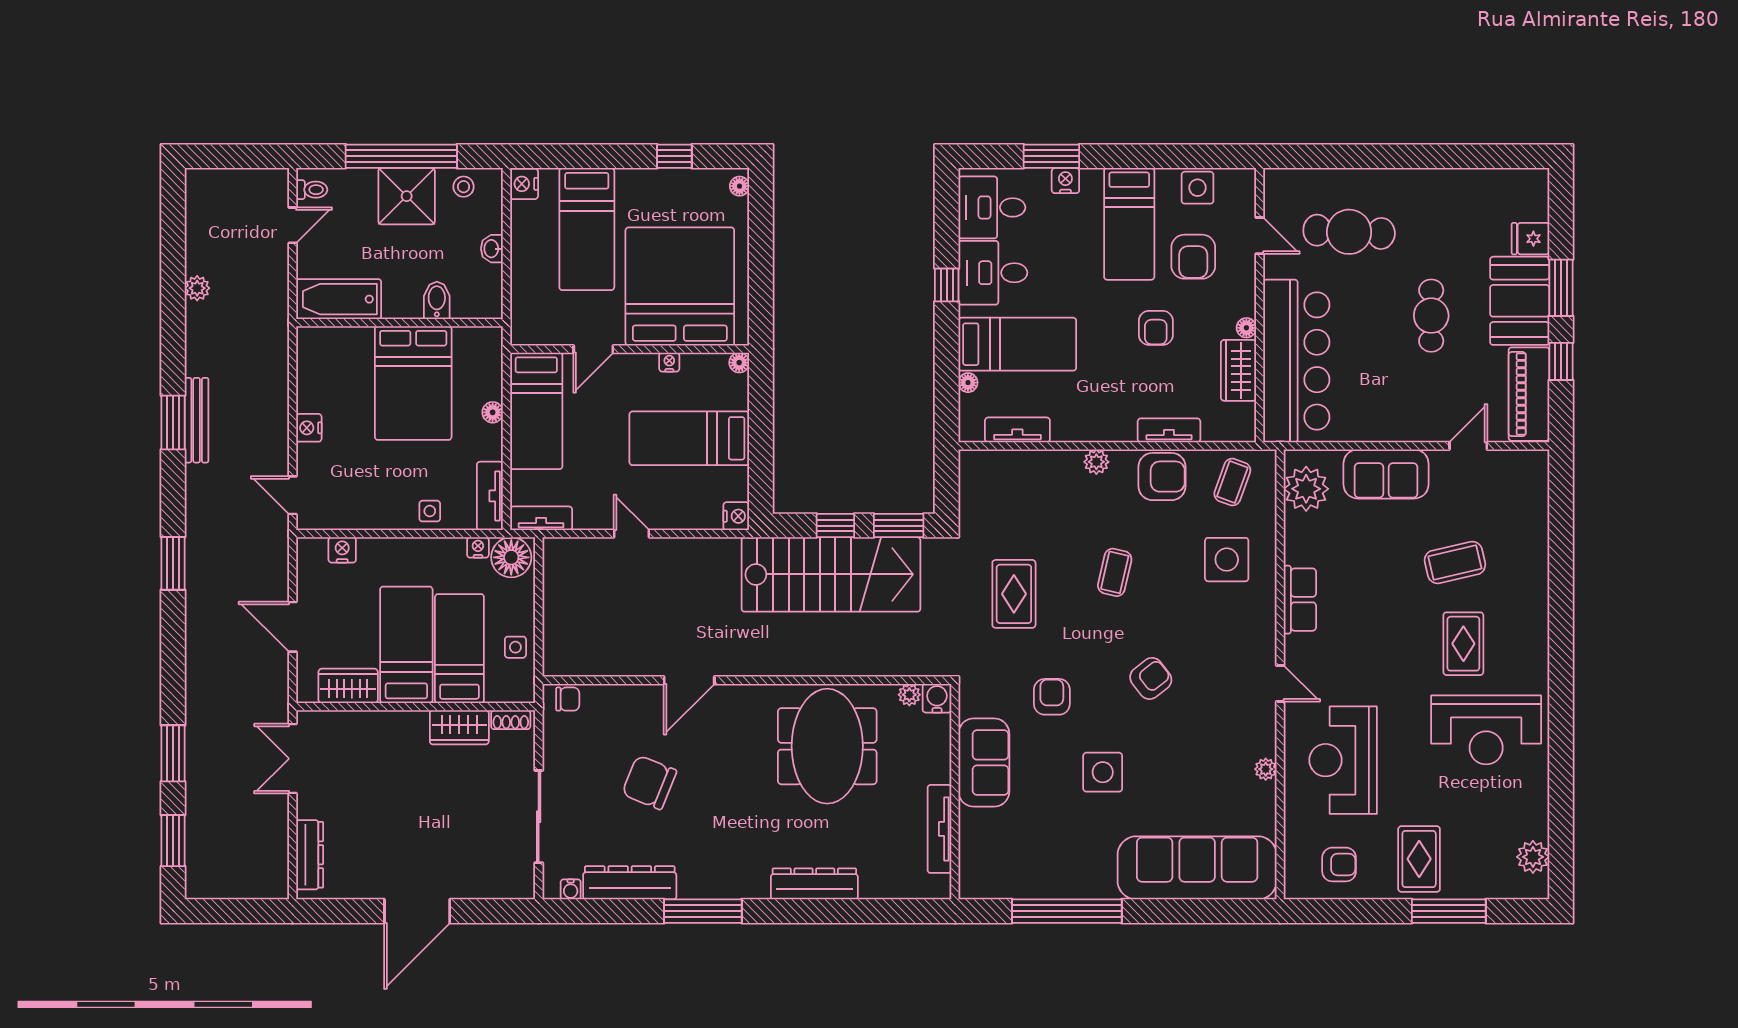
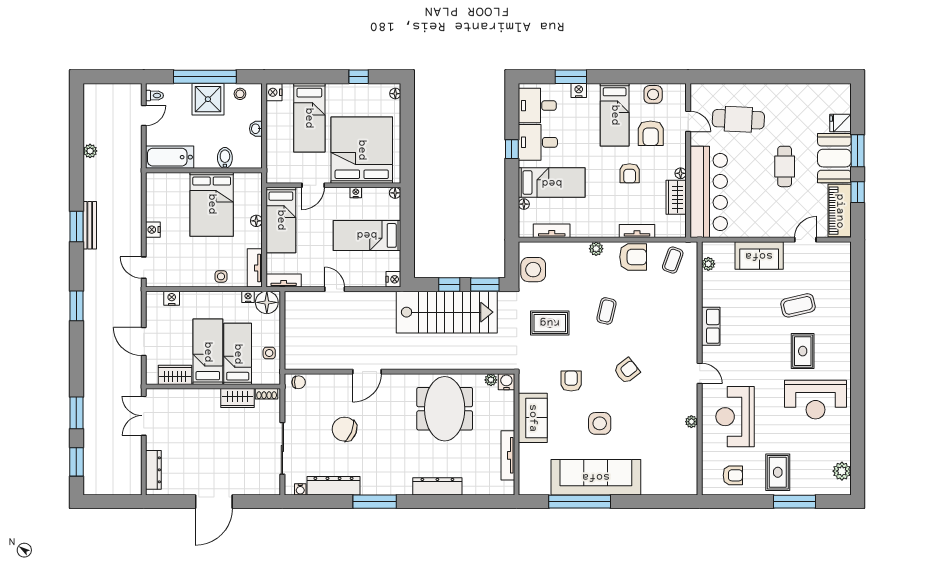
plant: (1306, 489) -> (708, 264), width x0.53, depth x0.53
side table: (1227, 560) -> (533, 270), moved
rug: (1014, 594) -> (550, 323), turned 90
sofa: (1197, 868) -> (596, 477), moved

